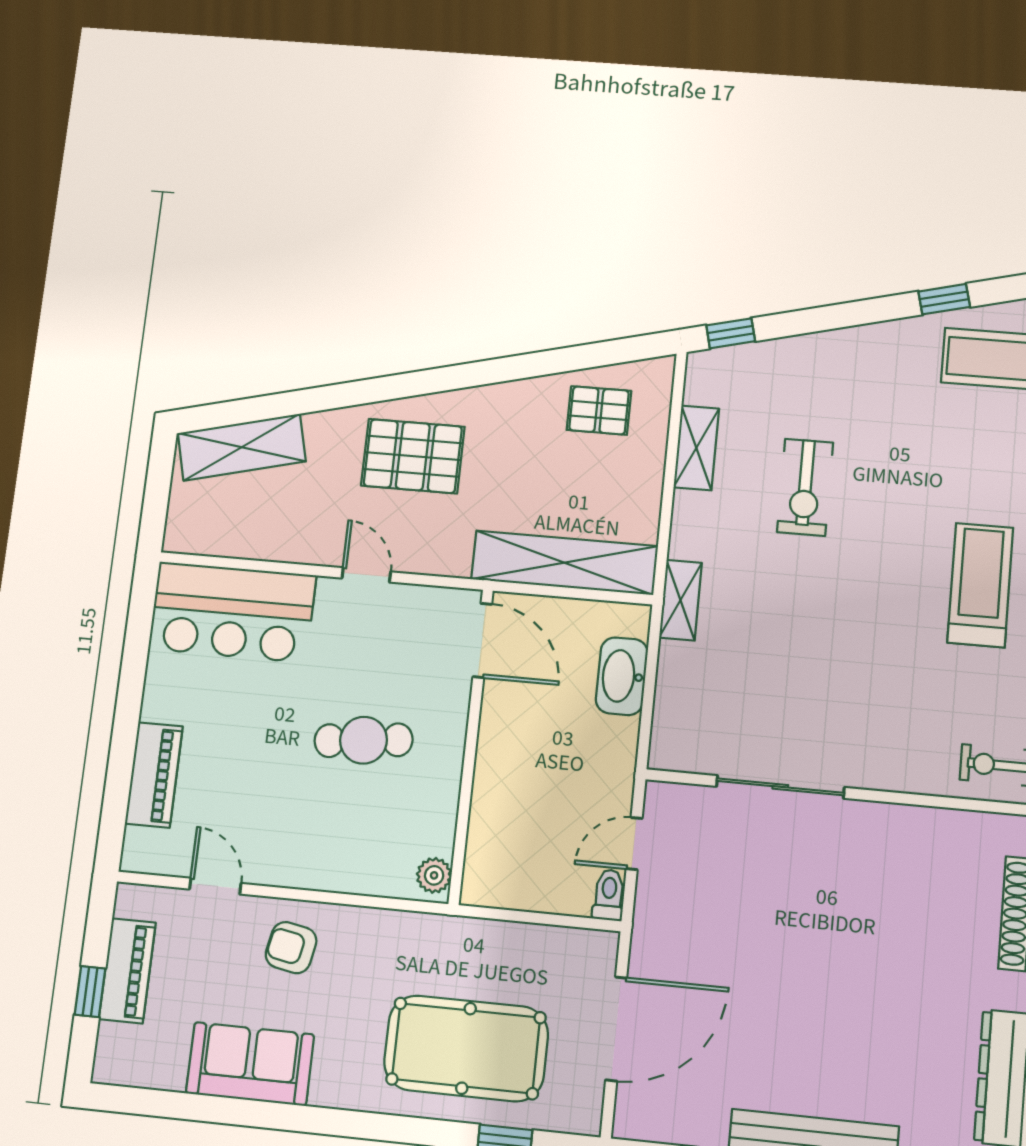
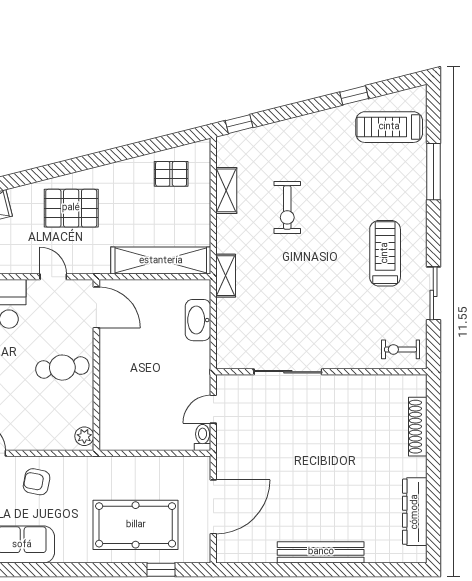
door: (482, 640) -> (96, 307), moved
wall: (471, 746) -> (96, 365), moved
plant: (434, 875) -> (84, 436), moved

